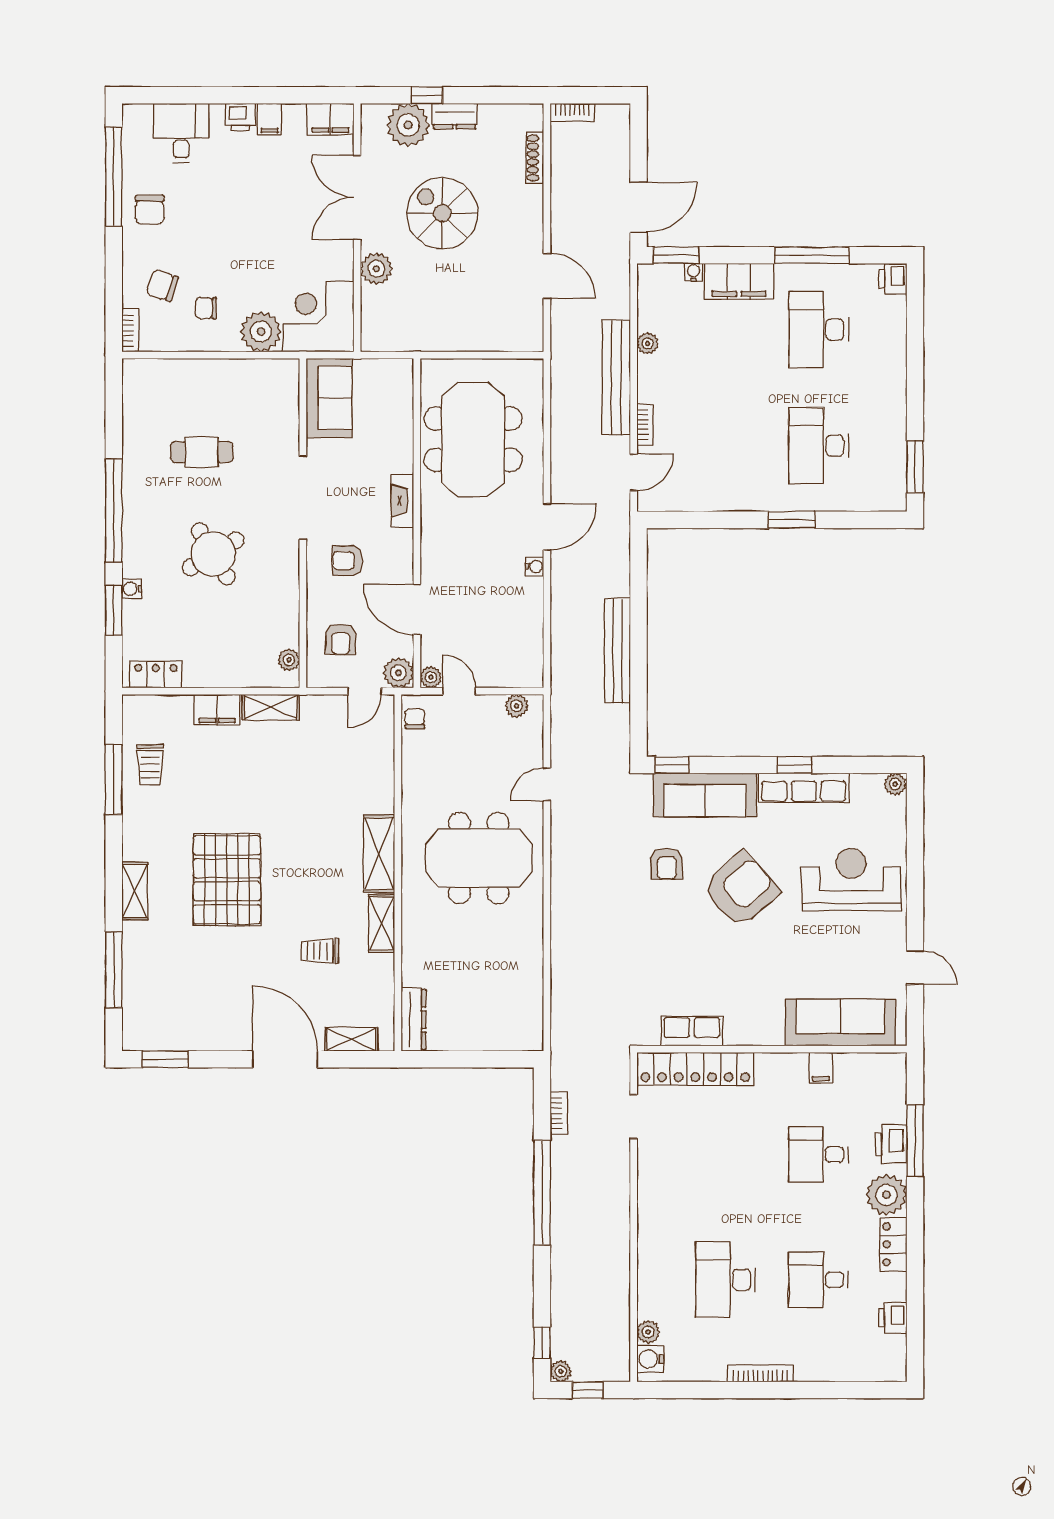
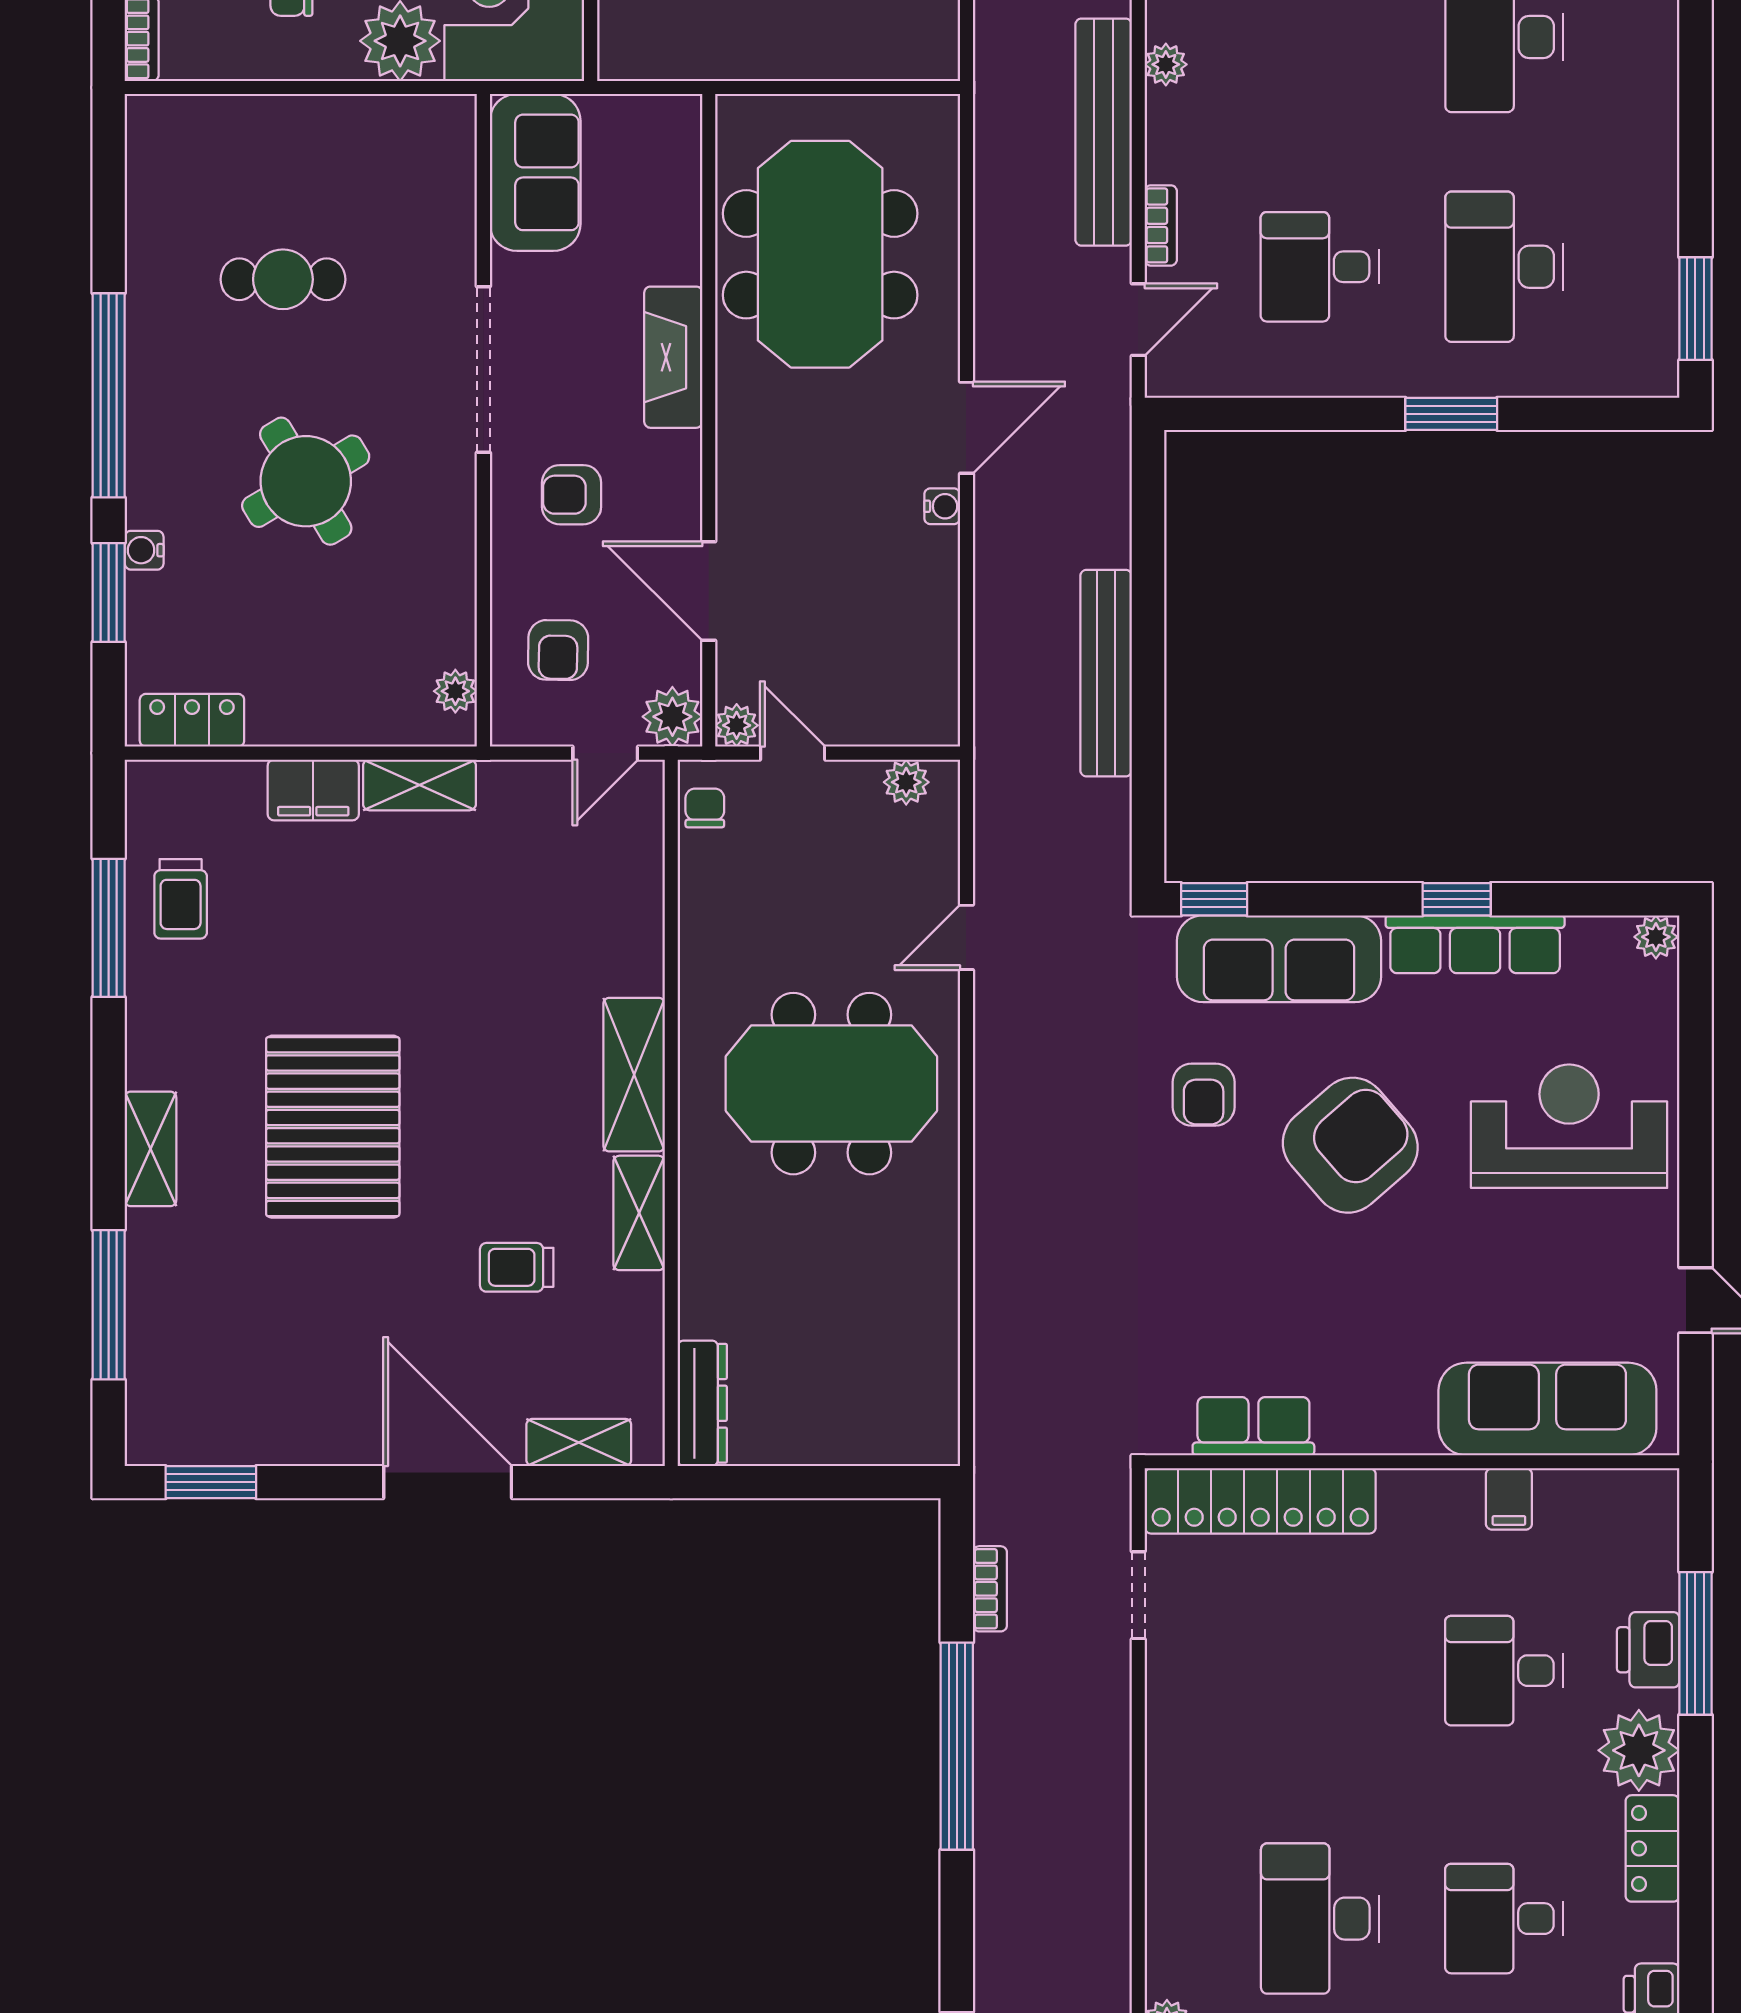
desk: (725, 446) -> (1320, 267), added
fireplace: (402, 501) -> (673, 357), width x1.37, depth x1.32

